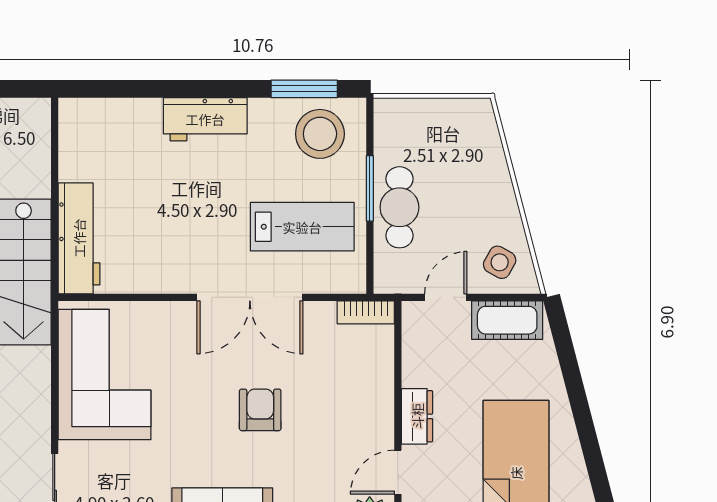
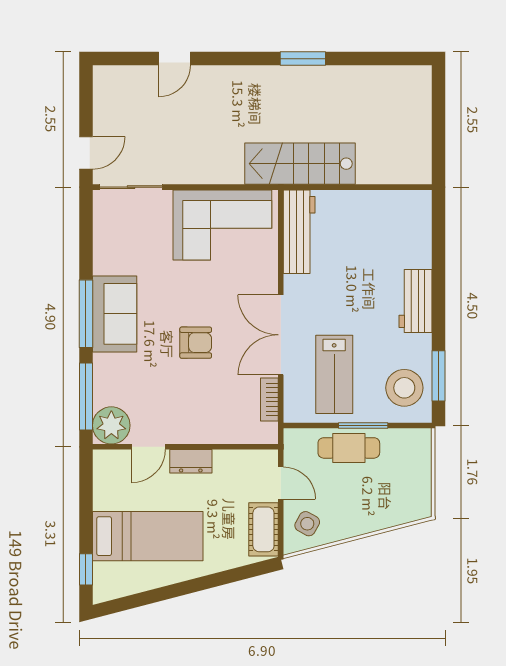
workbench: (79, 238) -> (299, 232), moved, turned -90
bookcase: (366, 312) -> (269, 400), moved
door: (398, 472) -> (149, 447), swing flipped

